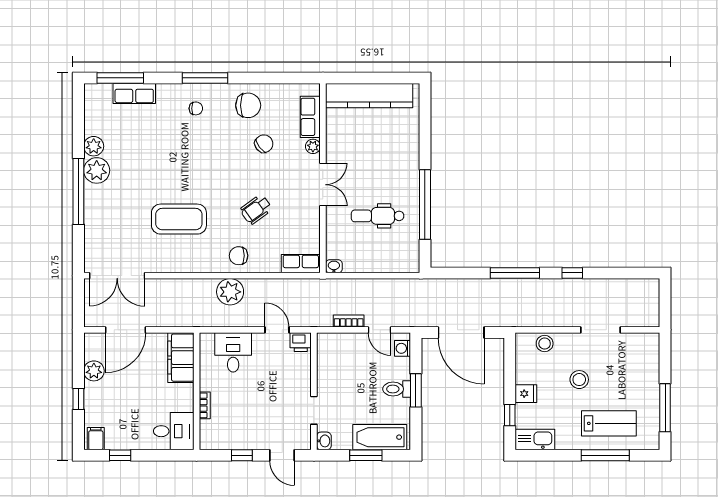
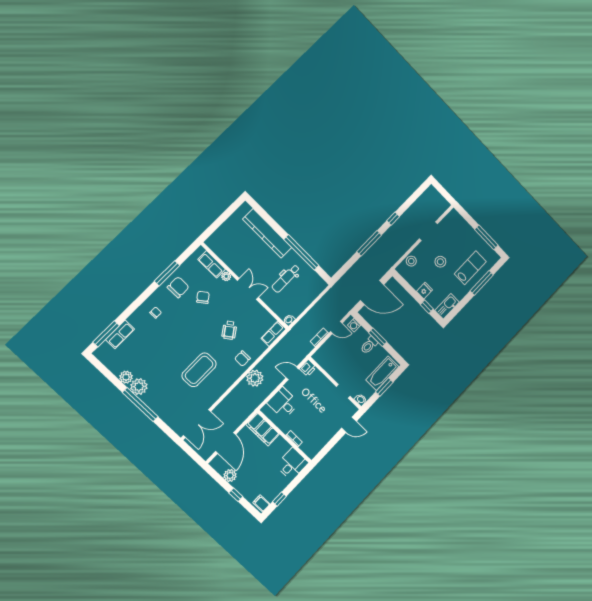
window: (205, 78) -> (167, 273), moved
kitchen counter: (369, 96) -> (267, 233), moved, turned 90
window: (242, 455) -> (332, 443), removed

